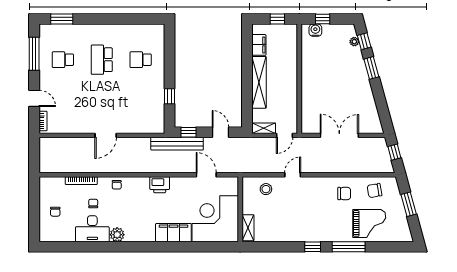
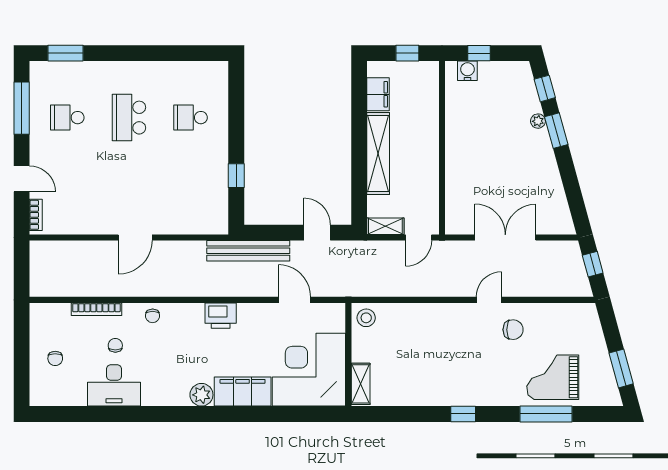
plant: (354, 42) -> (538, 121), moved
window: (188, 132) -> (266, 233), removed
door: (293, 175) -> (489, 300), moved
stool: (266, 189) -> (366, 318), moved
chair: (374, 191) -> (561, 325), removed
window: (409, 204) -> (621, 368), moved
grand piano: (369, 223) -> (553, 377), turned 180
plant: (117, 235) -> (201, 395), moved
window: (349, 247) -> (546, 414), moved

